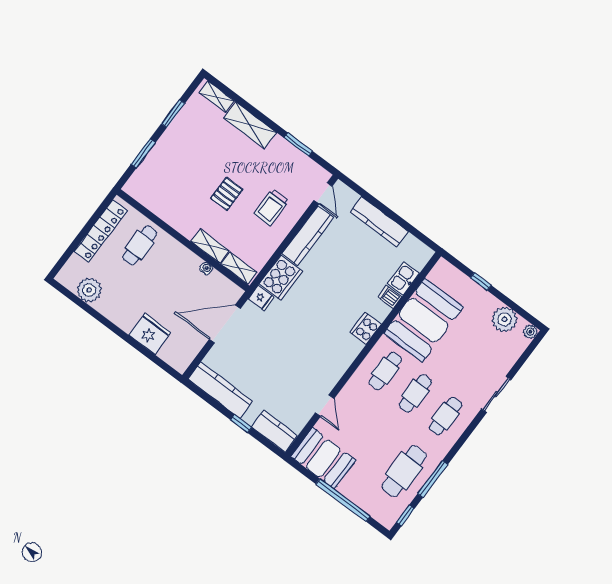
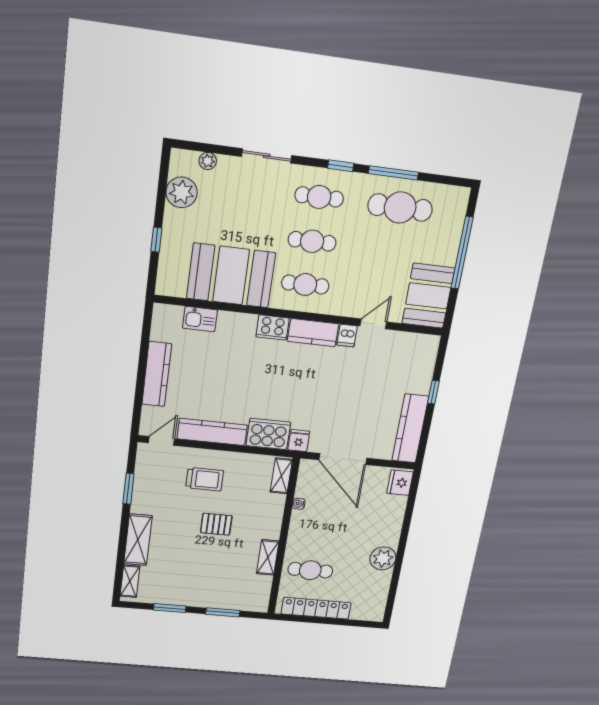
shelving: (210, 246) -> (268, 557), moved
plant: (89, 290) -> (383, 558), moved
dishwasher: (390, 297) -> (347, 336), moved
plant: (530, 332) -> (208, 161), moved
fridge: (150, 334) -> (400, 483), moved, width x0.73, depth x0.75
kitchen counter: (274, 431) -> (313, 333), moved, turned -90
window: (405, 515) -> (341, 166), moved

